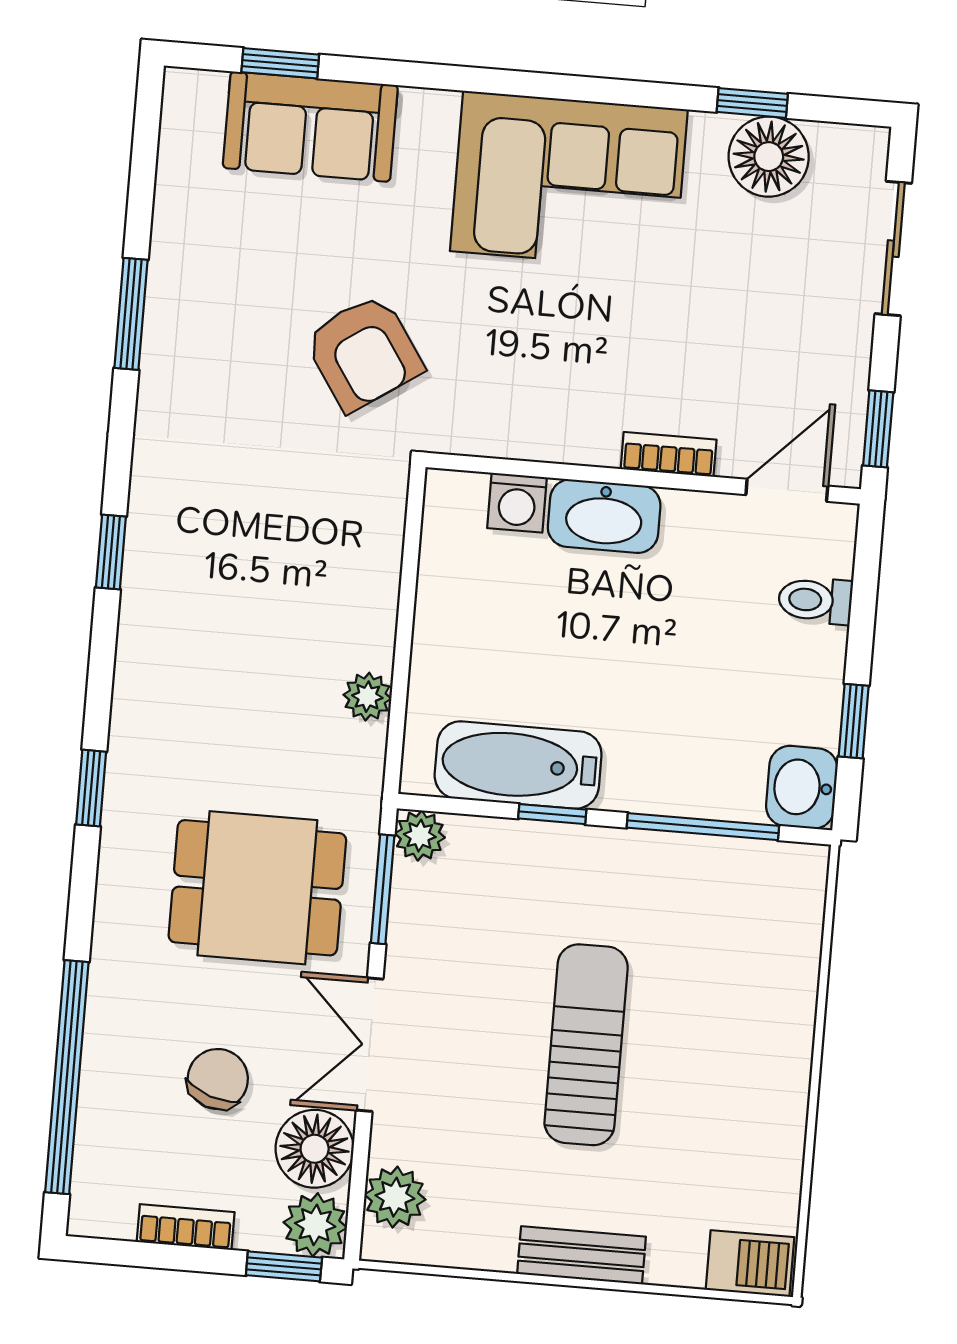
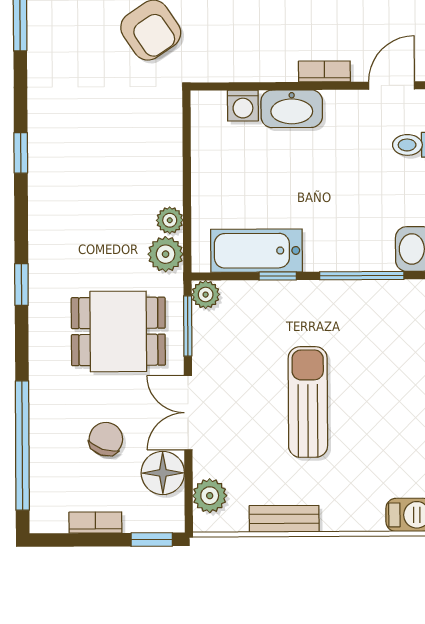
plant: (315, 1225) -> (166, 254), moved
bench: (582, 1255) -> (284, 519), moved

